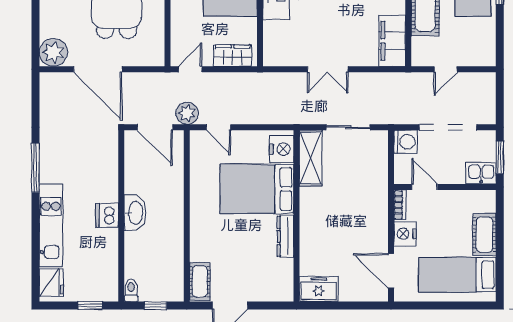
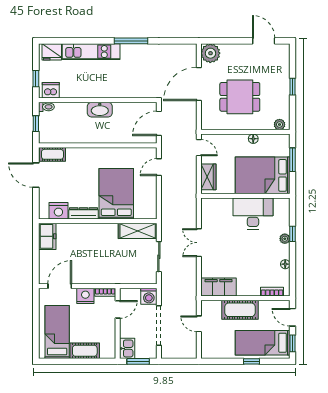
plant: (187, 113) -> (169, 146), removed
nightstand: (282, 149) -> (58, 211), moved
dishwasher: (107, 215) -> (51, 90), moved

